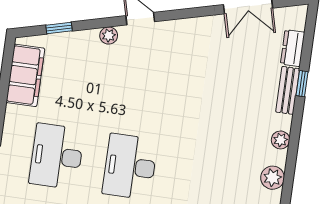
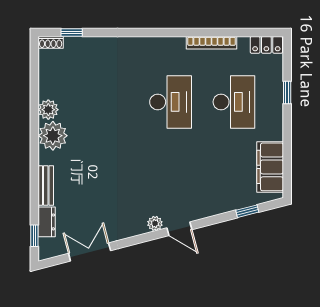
plant: (109, 36) -> (155, 223), moved
window: (302, 84) -> (34, 236), moved
plant: (280, 140) -> (53, 136), width x1.88, depth x1.88

